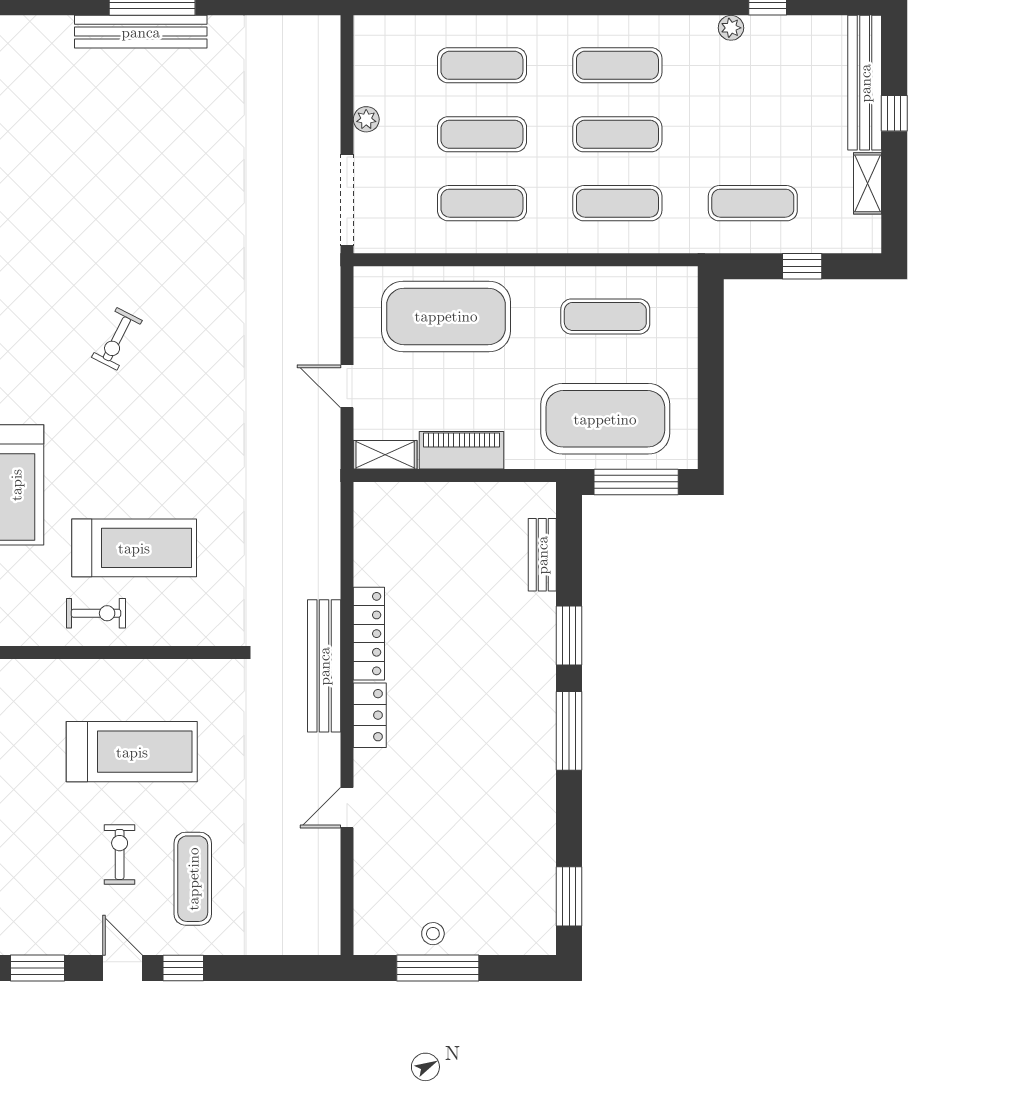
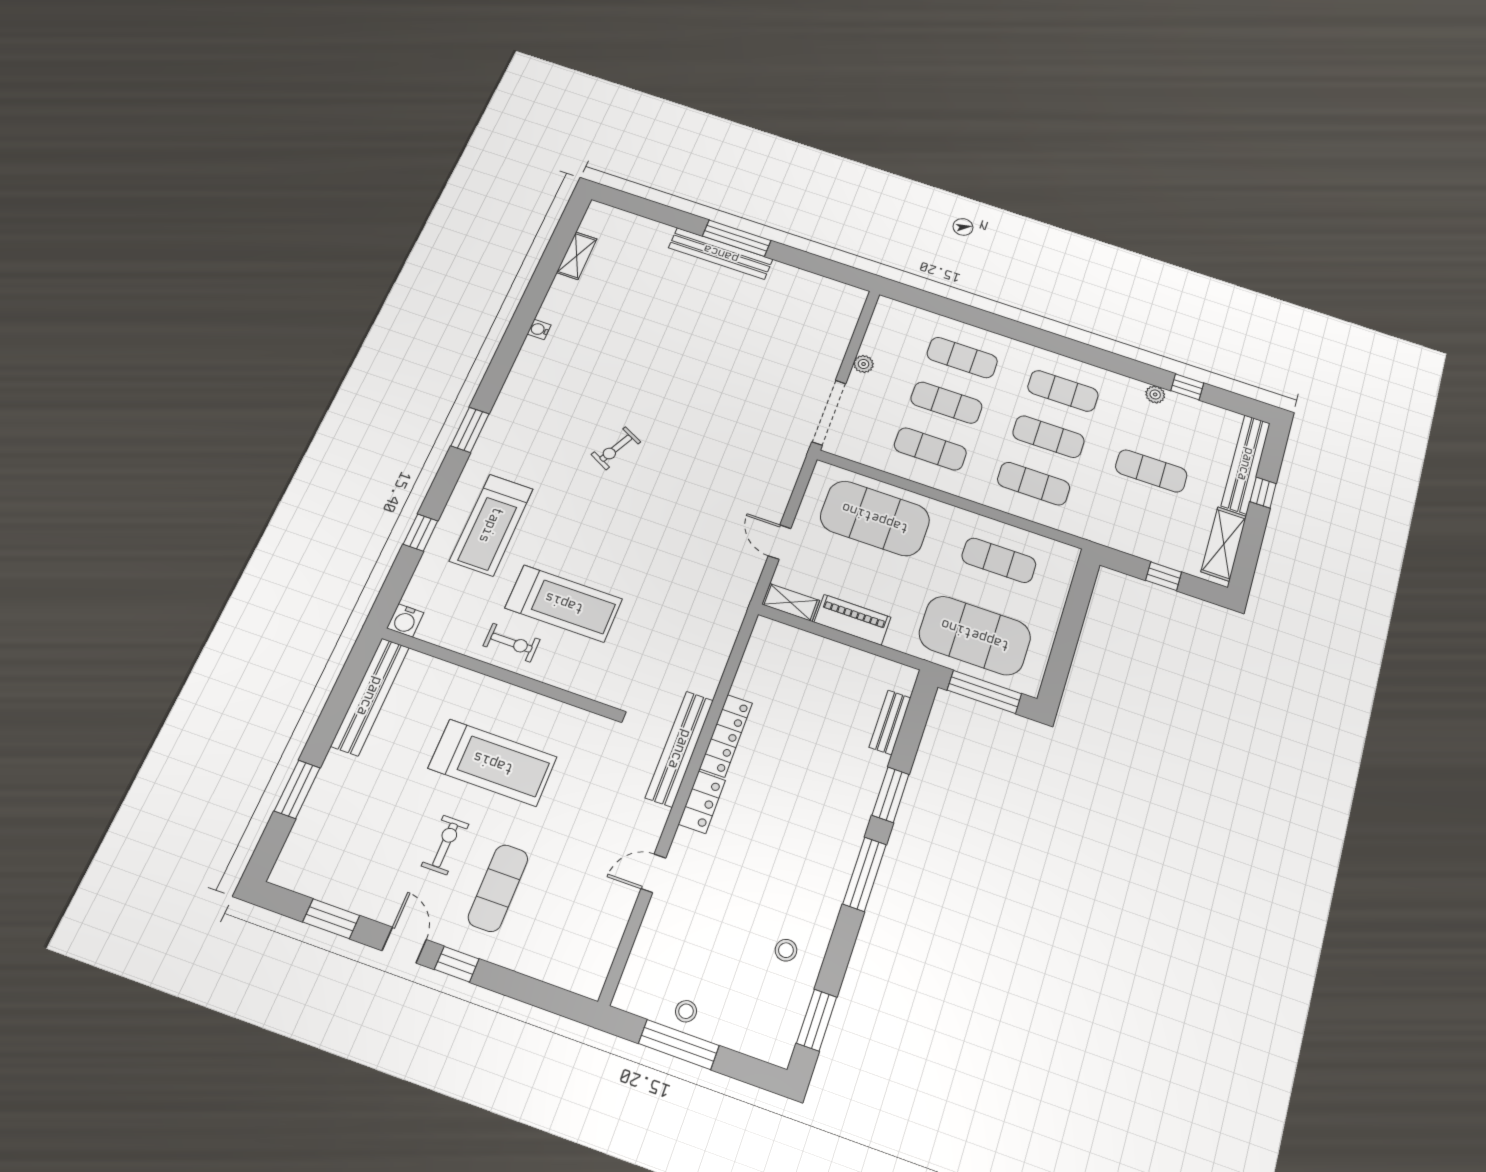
shelving: (868, 183) -> (1224, 544), width x1.50, depth x1.33
exercise mat: (753, 203) -> (1151, 471), moved
stool: (513, 838) -> (786, 950), added

